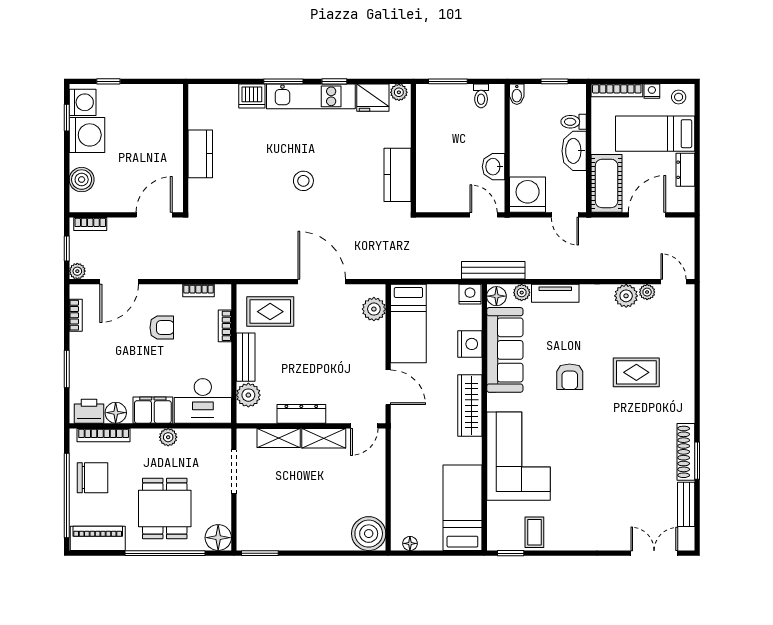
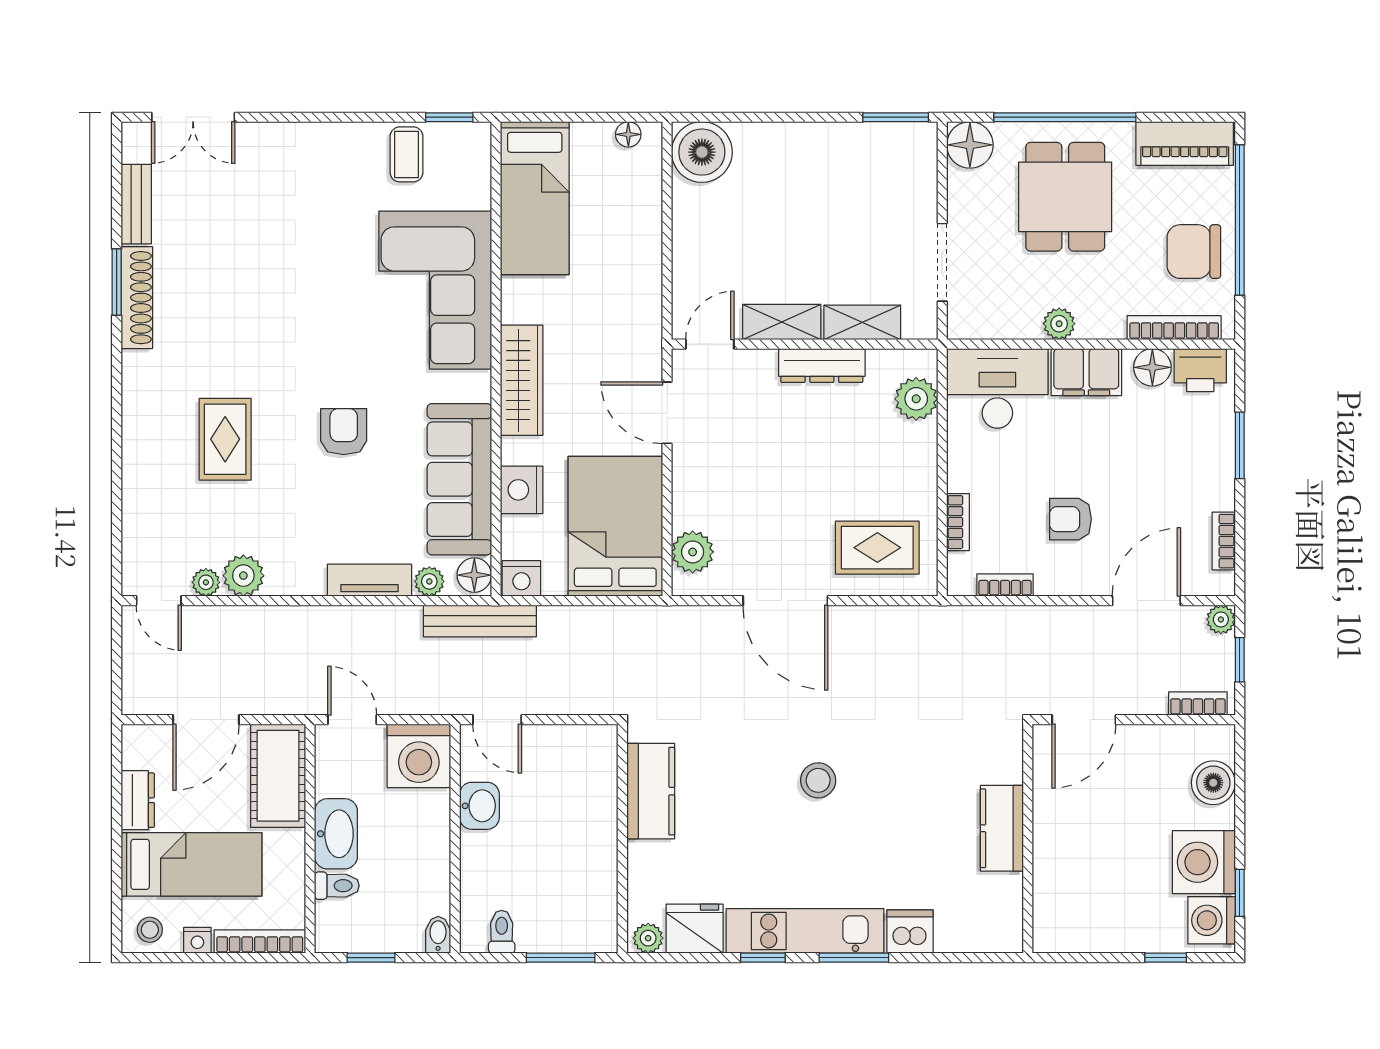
bed: (408, 324) -> (615, 526), width x1.50
bench: (246, 357) -> (921, 467), removed
rug: (636, 372) -> (225, 439), turned 90

